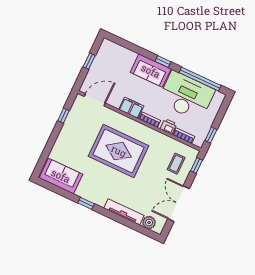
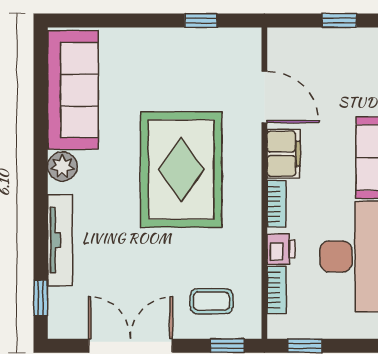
door: (95, 100) -> (264, 97), moved
sofa: (61, 176) -> (73, 90), width x1.36
window: (86, 203) -> (41, 298), moved
plant: (149, 223) -> (62, 167), moved

